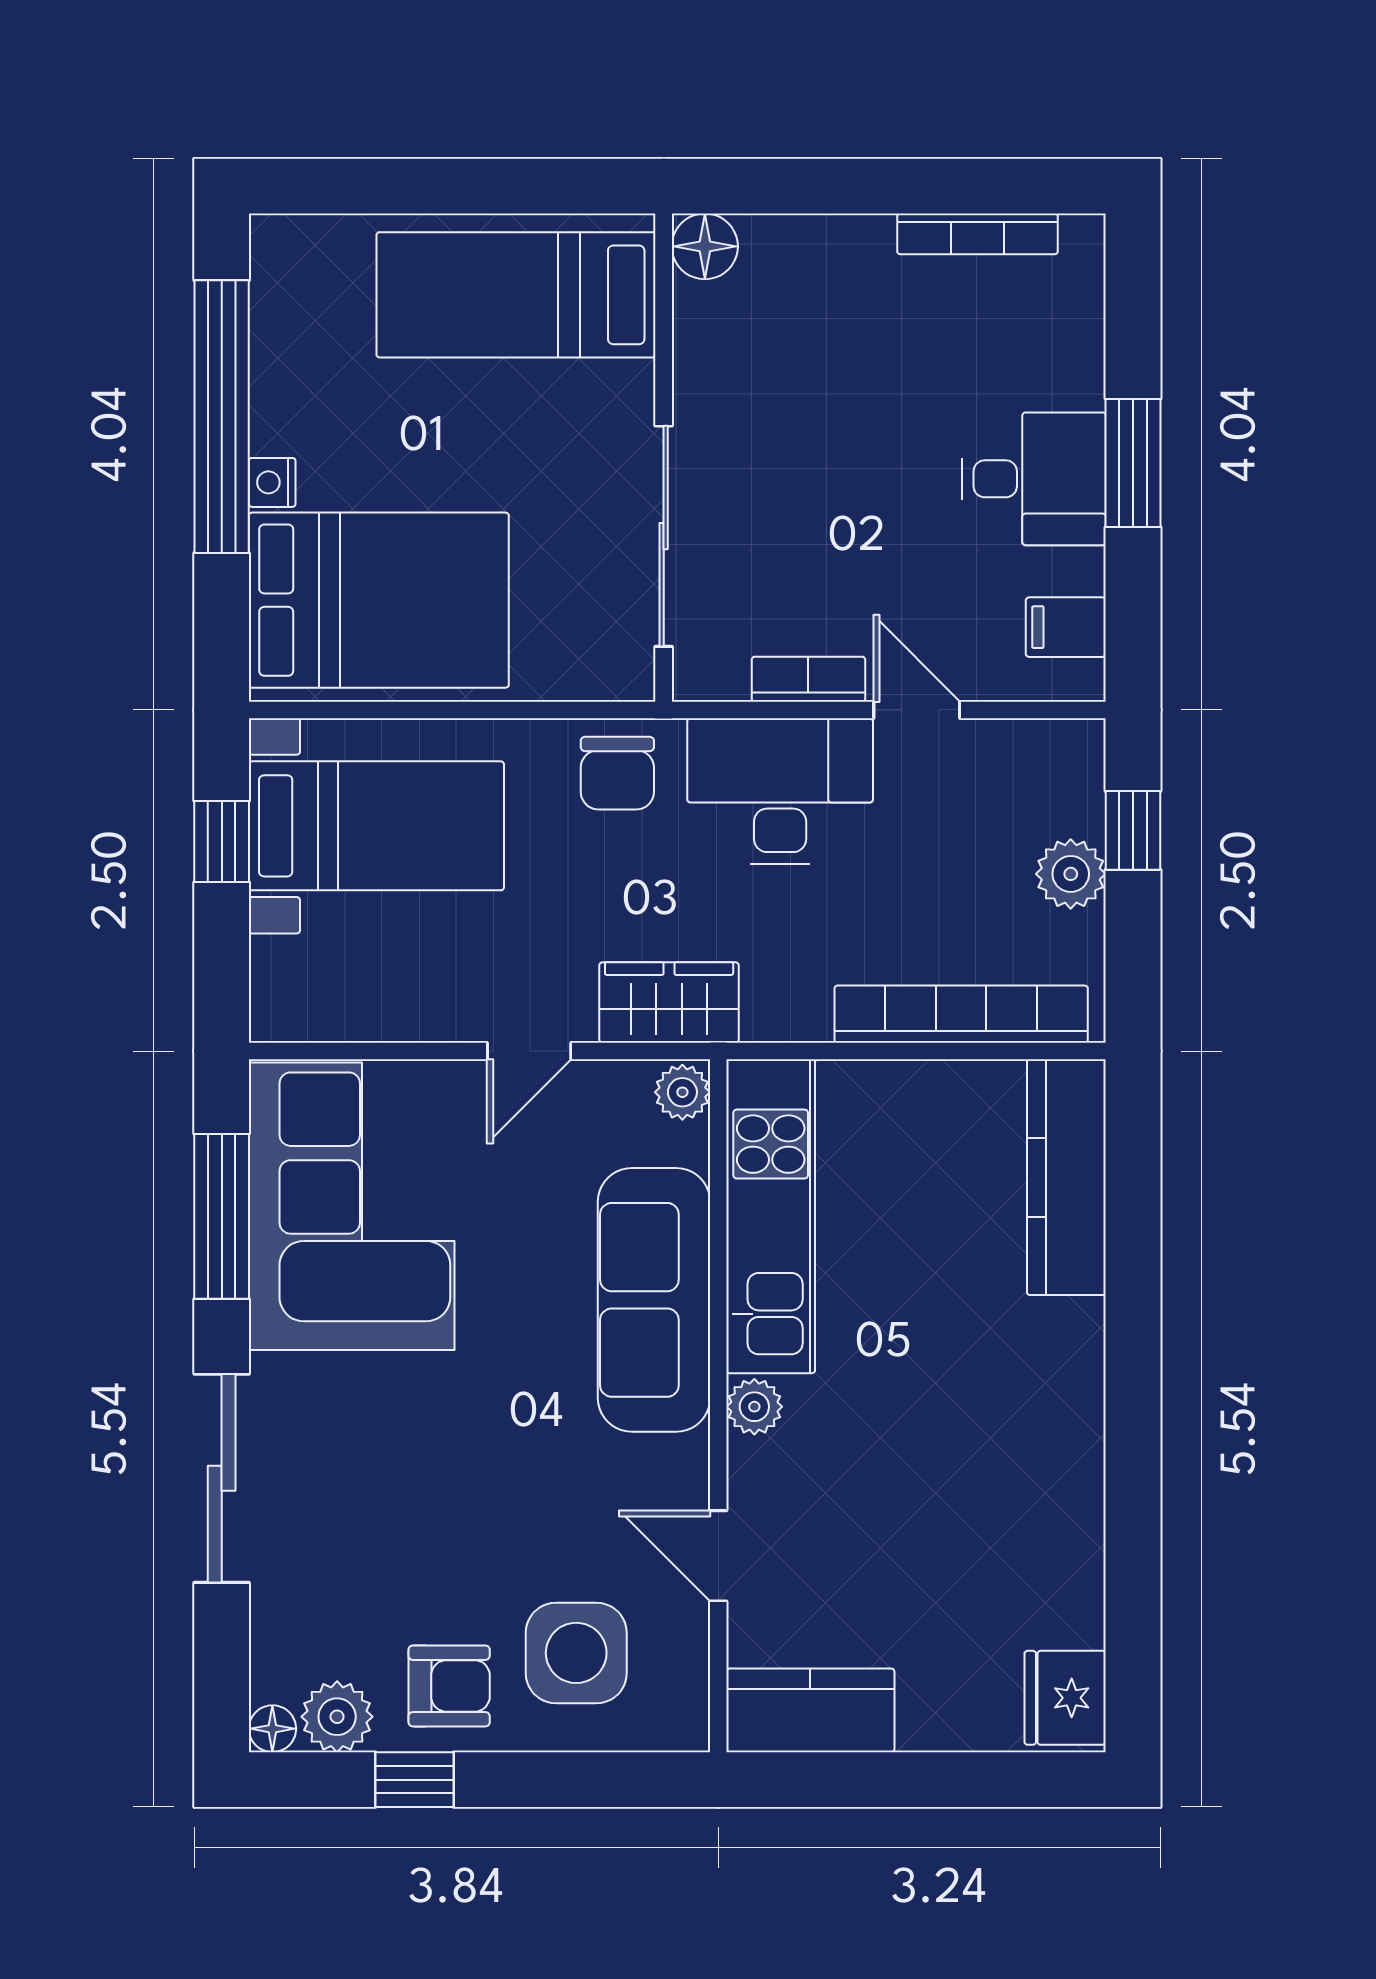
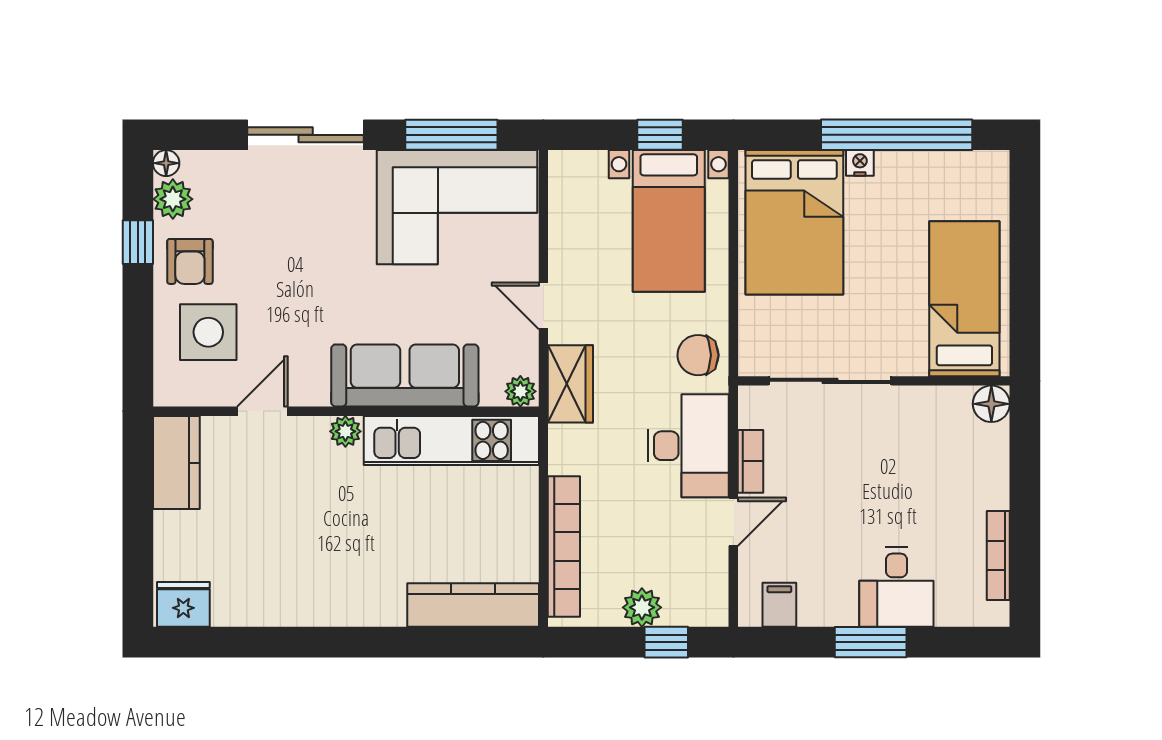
desk: (1034, 479) -> (896, 587), moved

